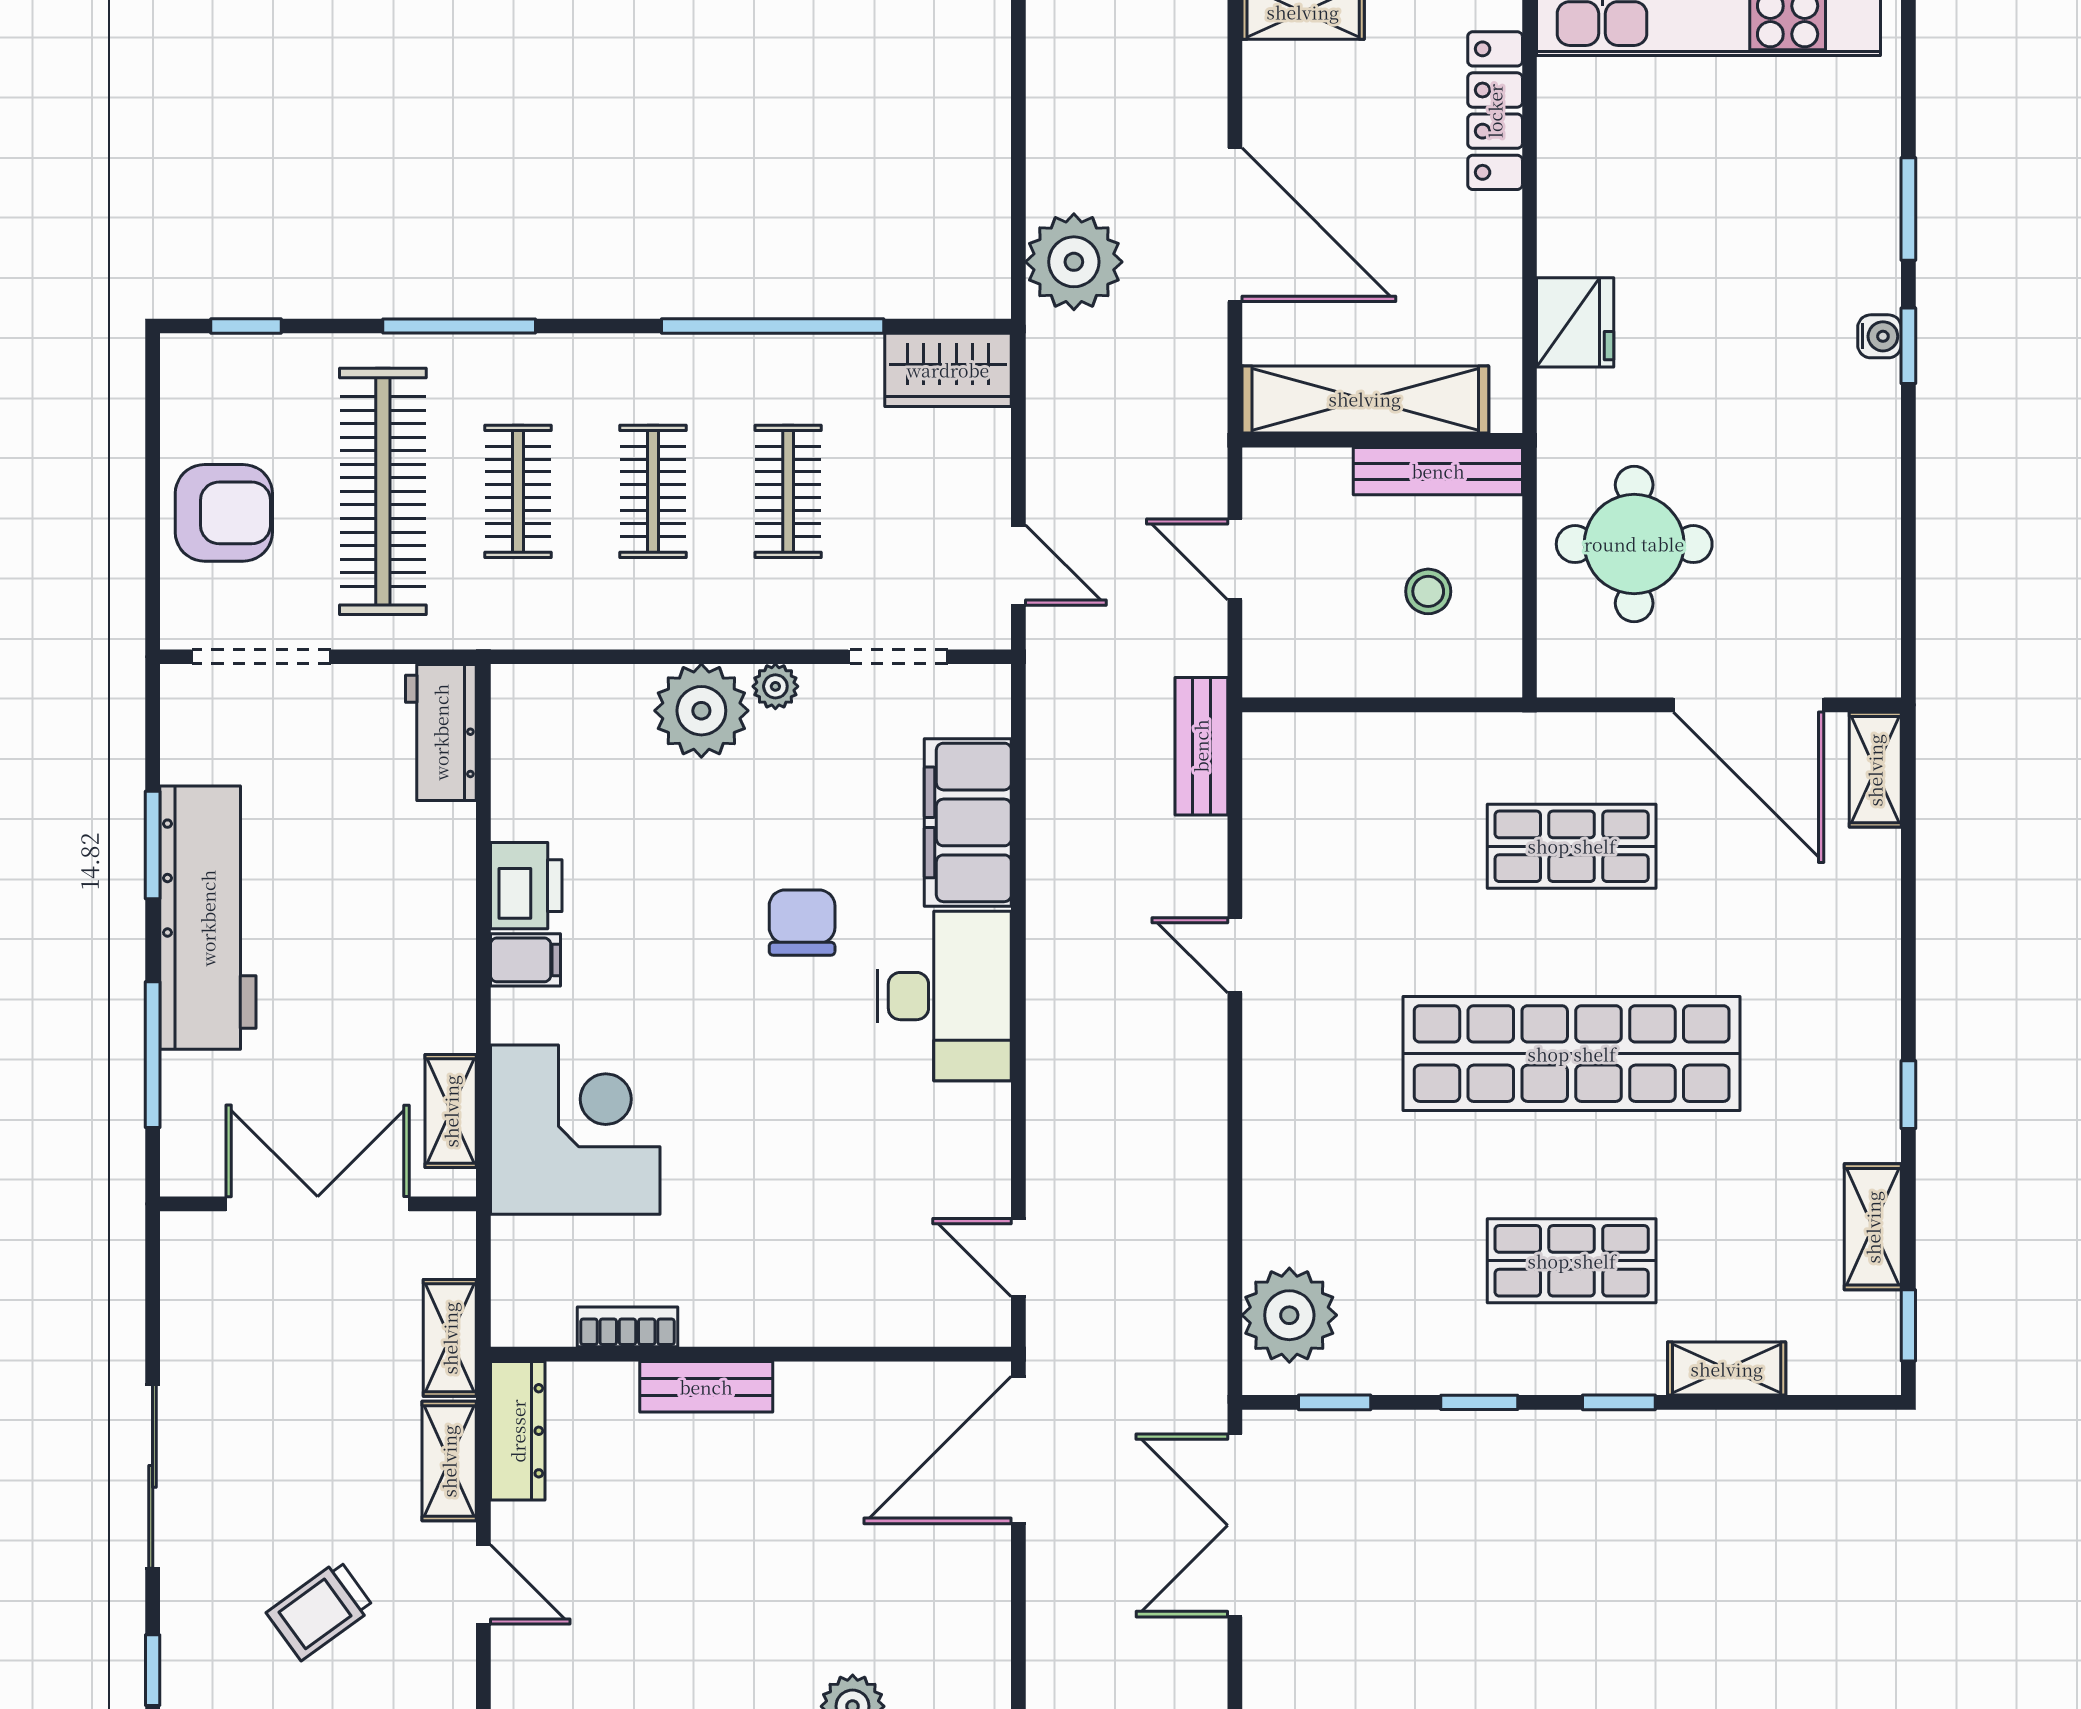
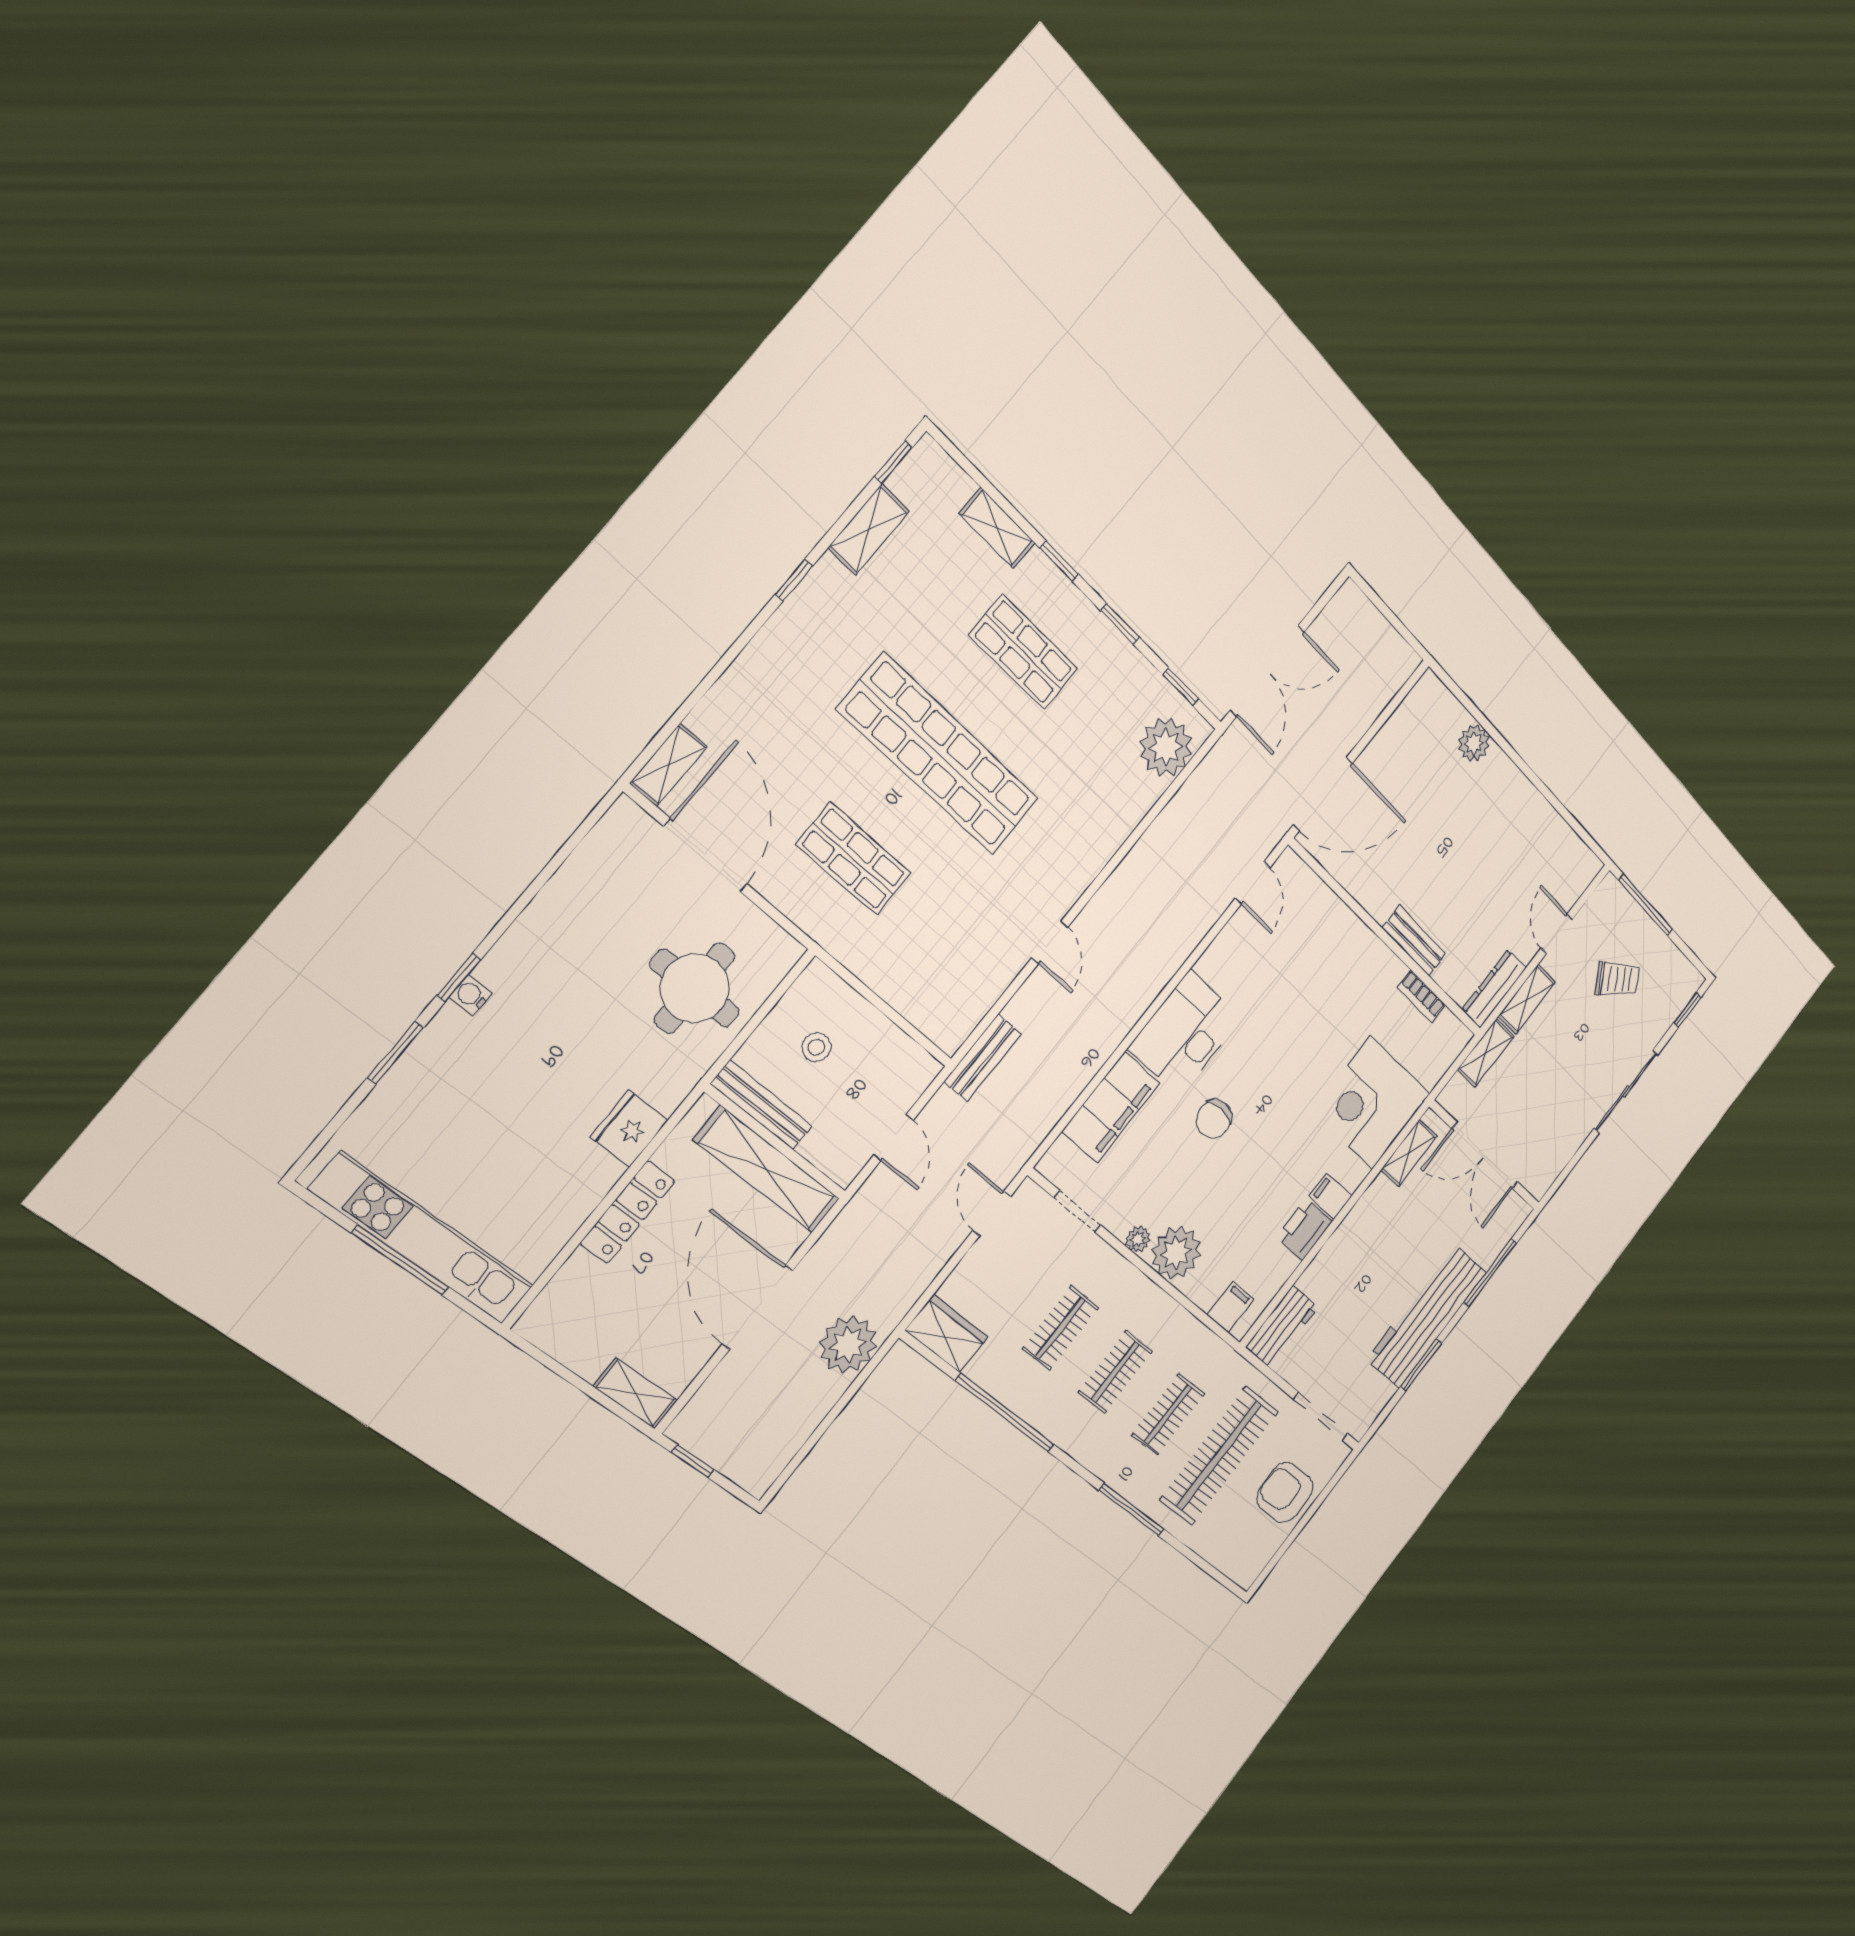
locker: (1495, 111) -> (628, 1212), moved
window: (246, 326) -> (1212, 1572), removed
filing cabinet: (550, 701) -> (1231, 1307), added

